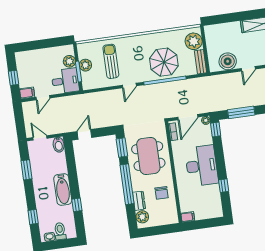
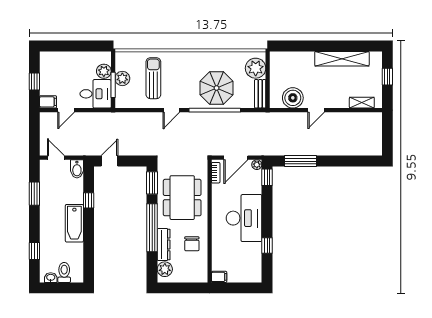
dresser: (139, 201) -> (164, 244), width x1.44
window: (77, 205) -> (89, 200), moved

